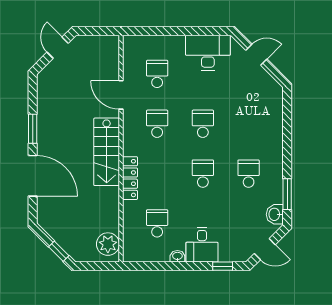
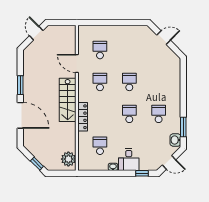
desk: (208, 53) -> (133, 36), removed

